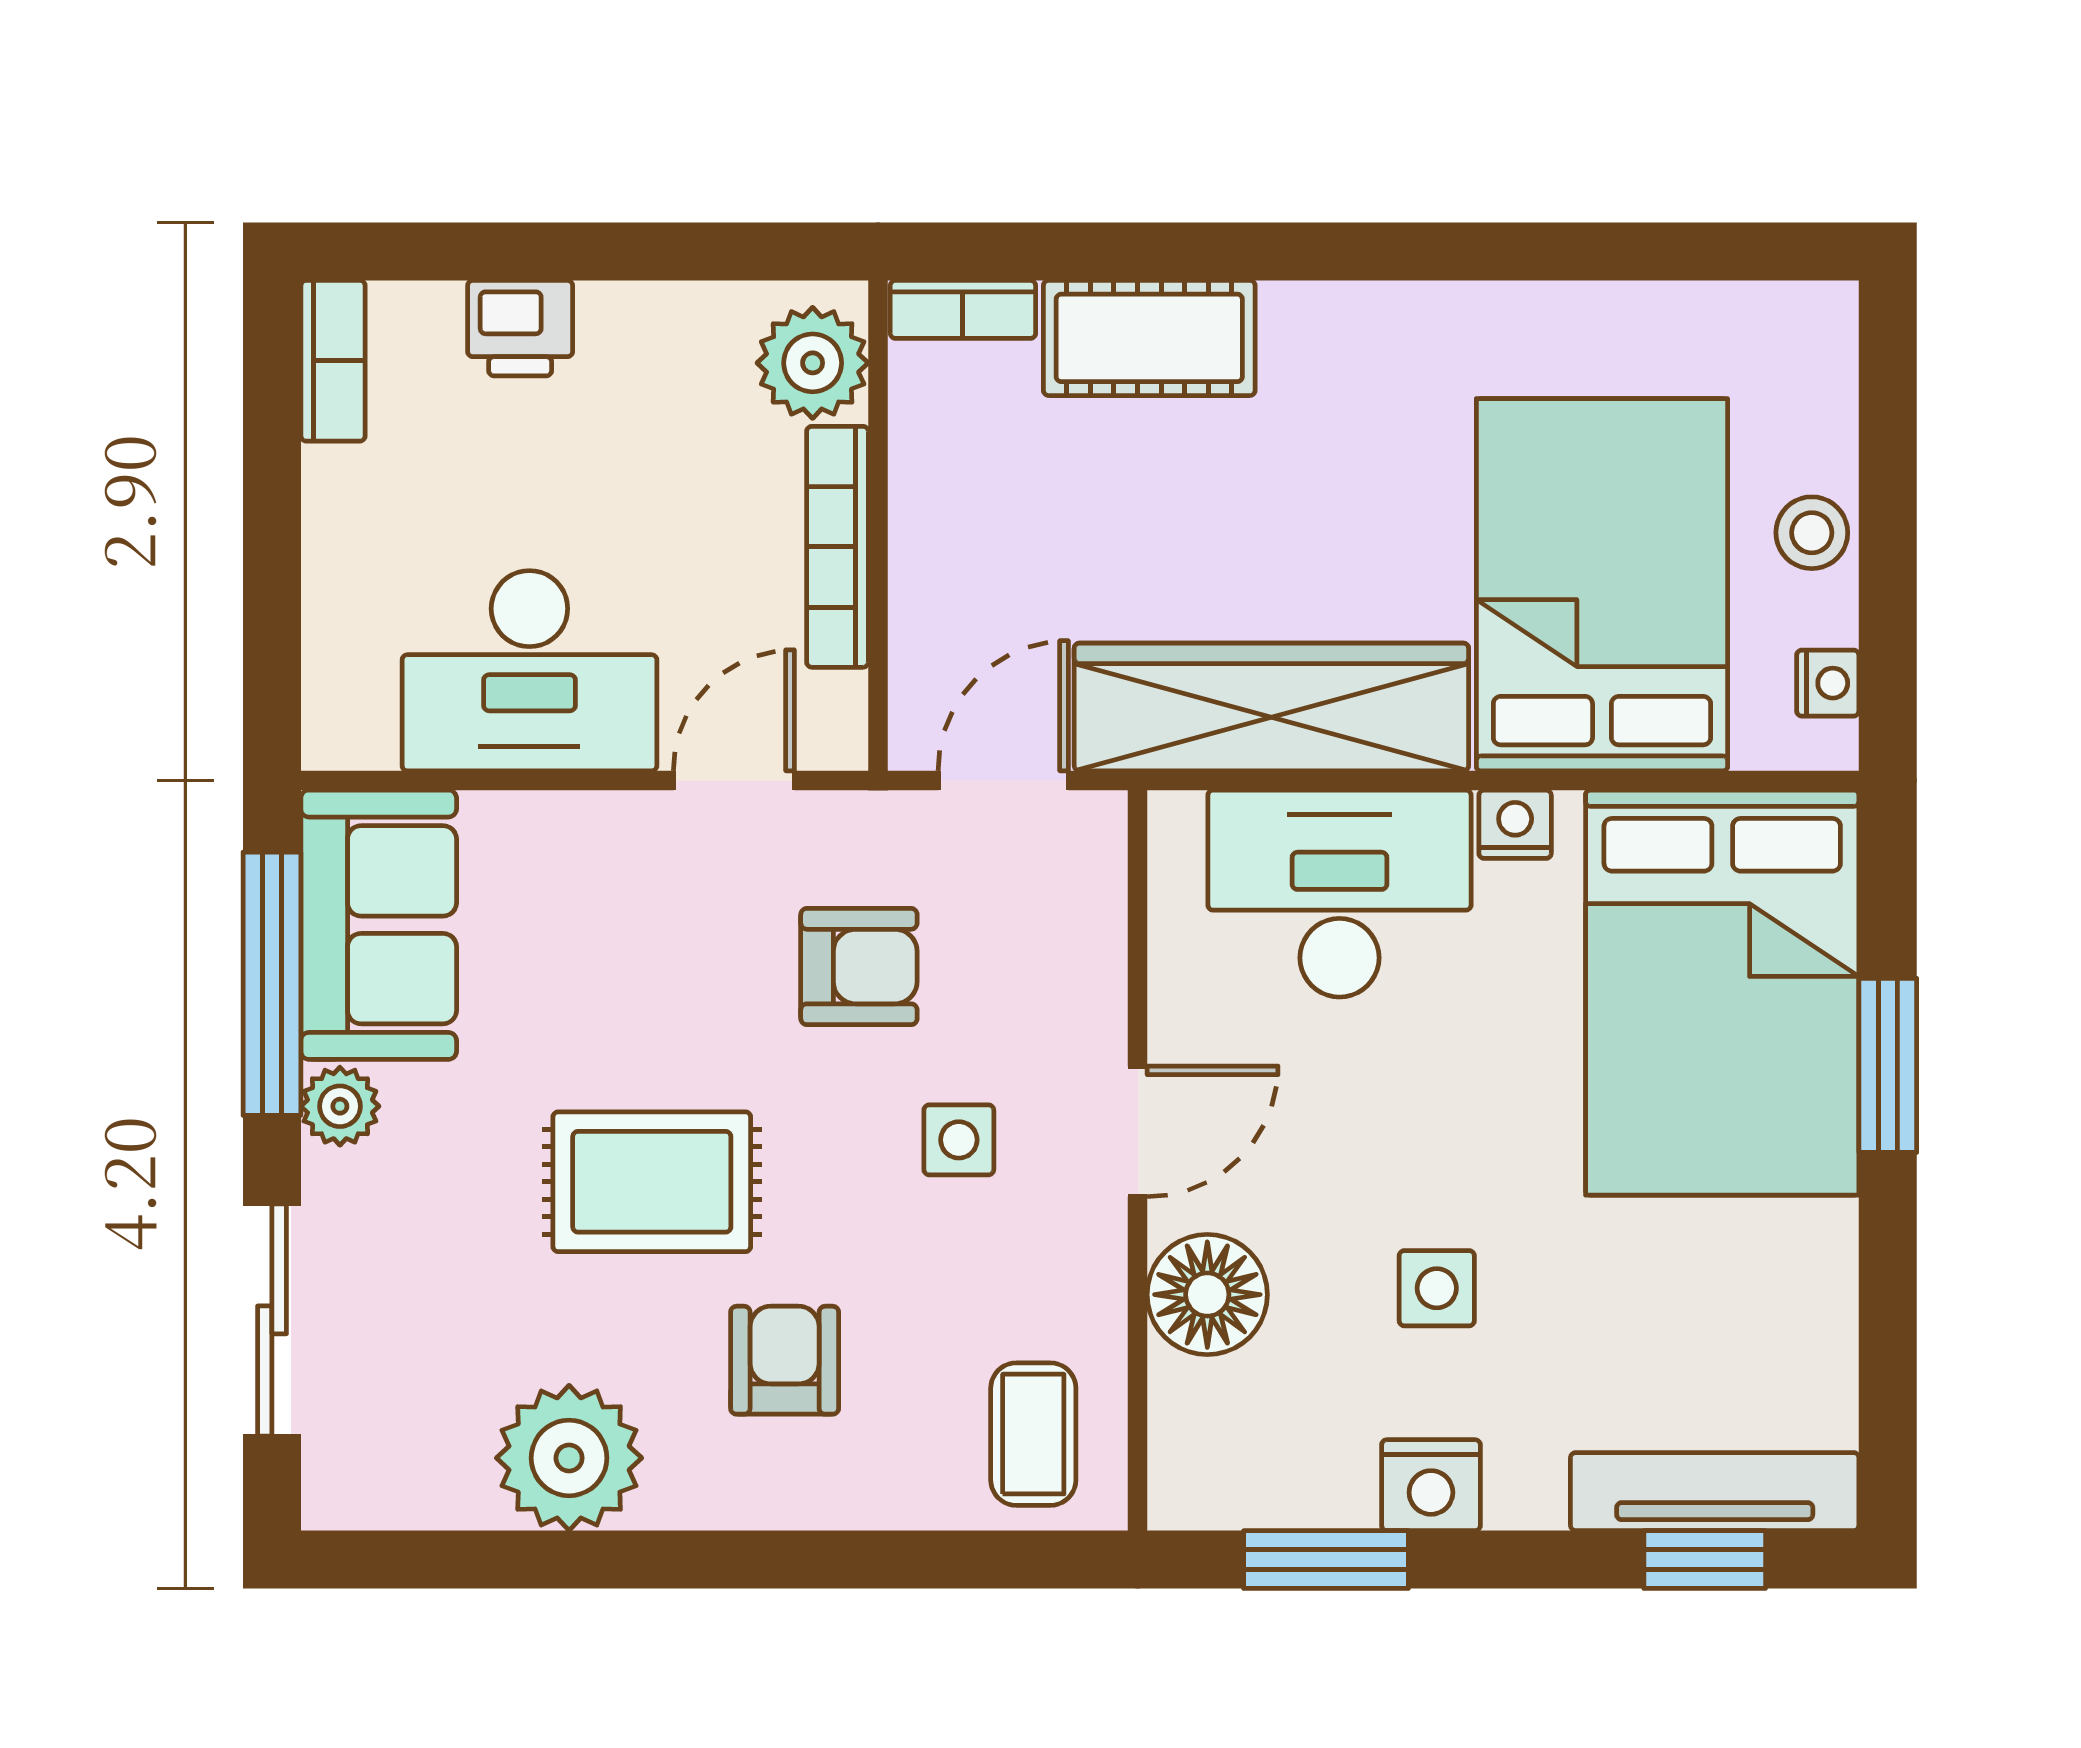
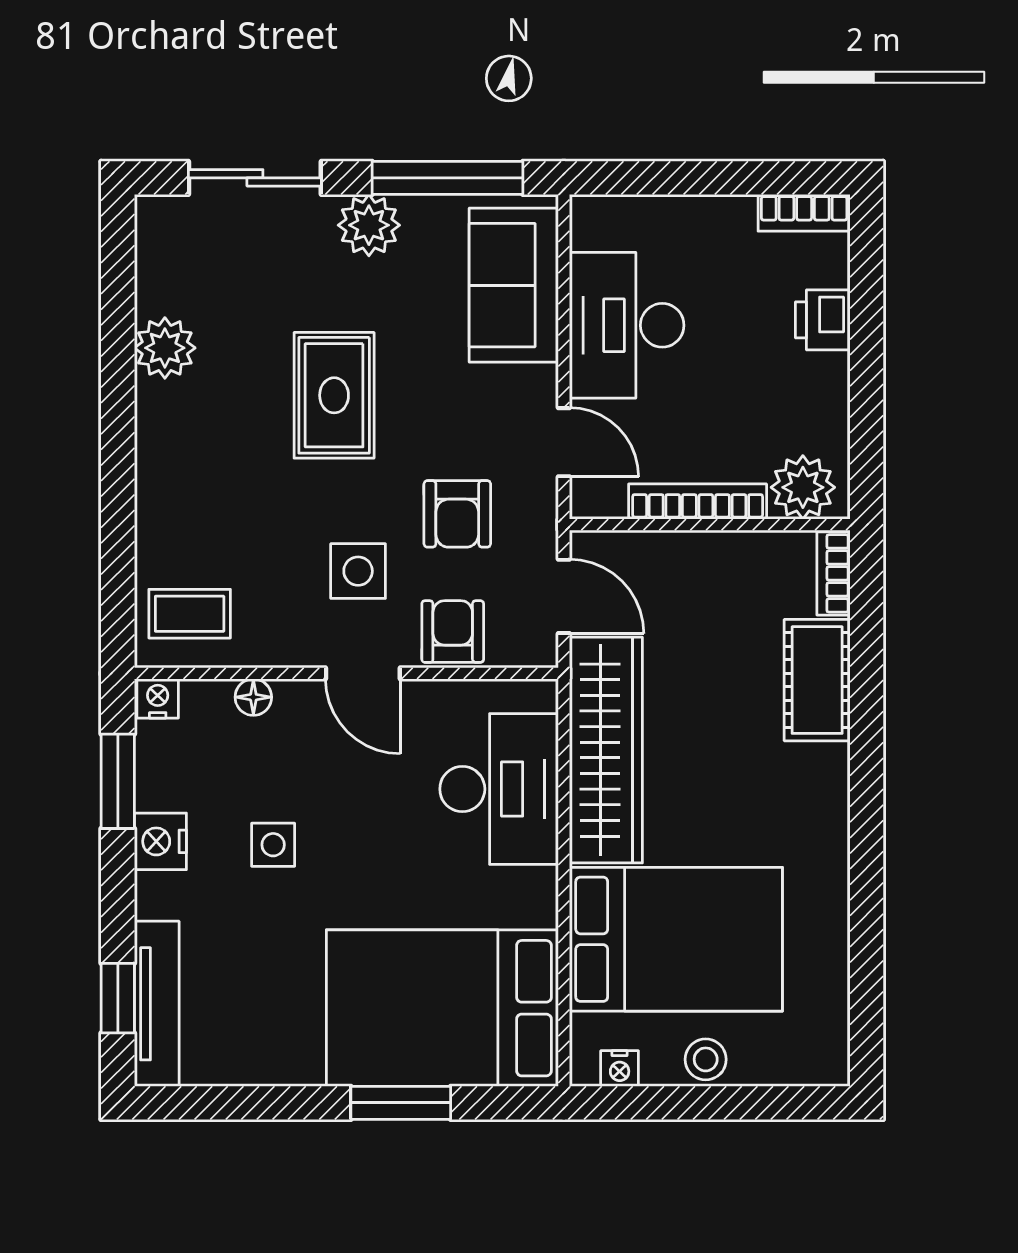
nightstand: (1515, 824) -> (158, 698), moved, turned -90
sofa: (379, 925) -> (514, 285), moved, turned 90
plant: (340, 1106) -> (369, 225), width x1.38, depth x1.38
side table: (959, 1140) -> (358, 571), width x1.37, depth x1.37
floor lamp: (1207, 1295) -> (253, 697), width x0.53, depth x0.53
armchair: (785, 1360) -> (453, 632), moved, turned -90
plant: (569, 1458) -> (165, 348), width x0.73, depth x0.73

